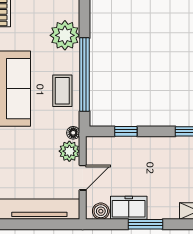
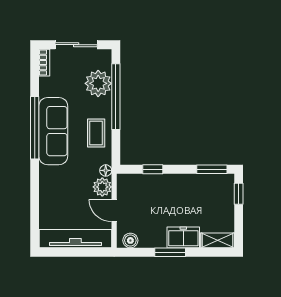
window: (85, 75) -> (116, 97), moved
door: (83, 178) -> (114, 210), swing flipped
freezer: (129, 208) -> (183, 237), moved

